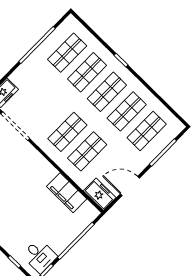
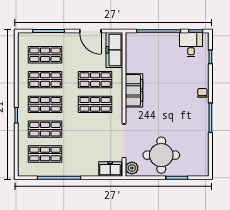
filing cabinet: (67, 193) -> (134, 90), moved
freezer: (100, 194) -> (114, 50), width x1.40

